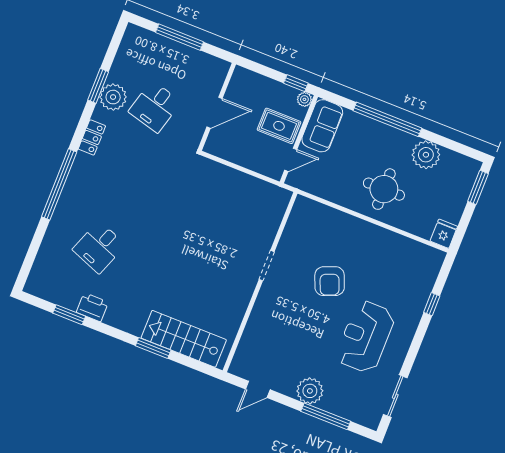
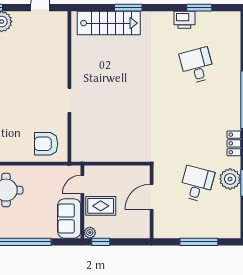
desk: (99, 247) -> (197, 65), turned -36
armchair: (330, 281) -> (46, 144), moved, turned -68

